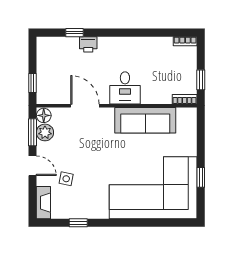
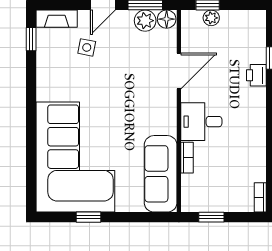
plant: (43, 80) -> (211, 18), added
bookcase: (185, 99) -> (187, 158), moved
sofa: (145, 120) -> (161, 174), moved
window: (78, 223) -> (31, 39), moved

